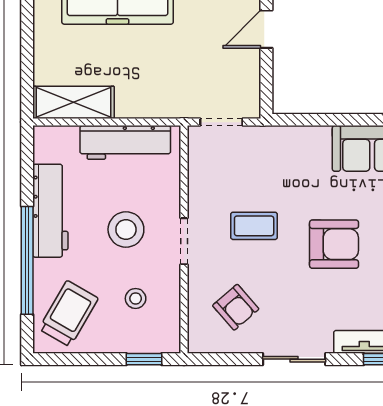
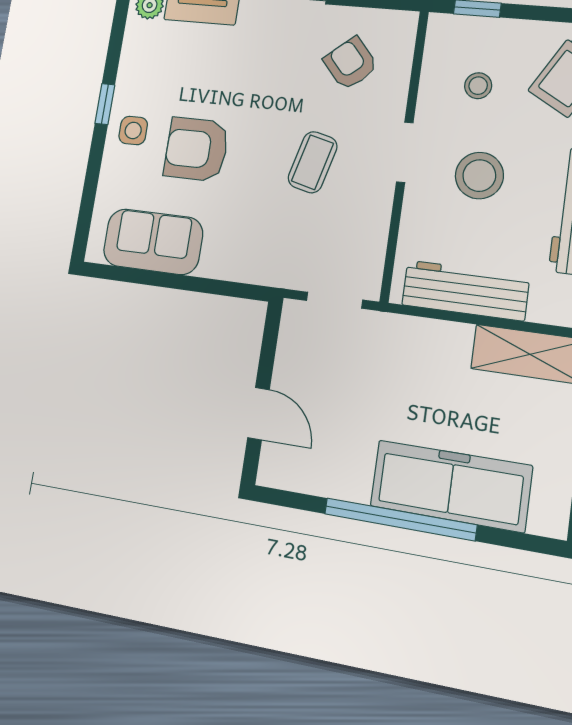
door: (266, 29) -> (259, 414), hinge flipped
coffee table: (254, 226) -> (313, 162), turned -76
armchair: (334, 244) -> (196, 149), moved

